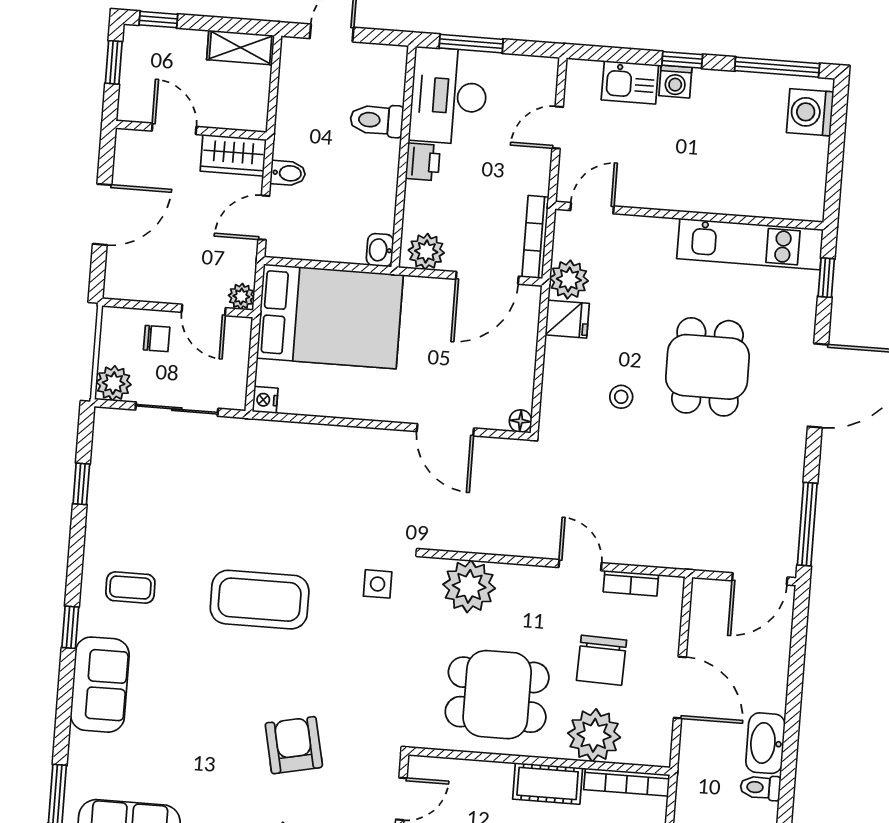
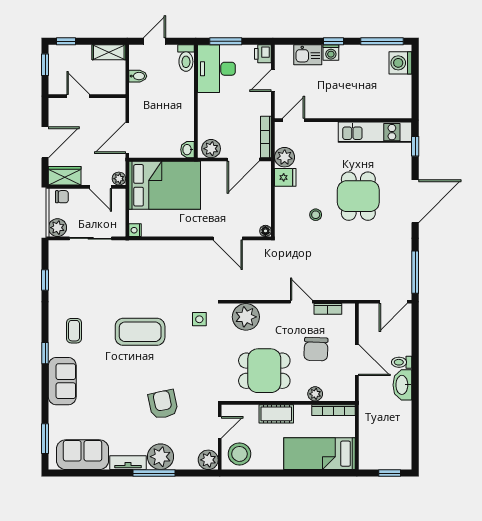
toilet: (377, 120) -> (186, 58), moved, turned -90
wardrobe: (233, 155) -> (65, 176), moved, turned 180
printer: (423, 162) -> (263, 54), moved, turned 180
bidet: (288, 173) -> (138, 76), moved
door: (264, 218) -> (127, 138), width x1.38
chair: (157, 339) -> (62, 197), moved
coffee table: (130, 587) -> (74, 331), turned 90
plant: (594, 735) -> (315, 394), width x0.53, depth x0.53
cot: (548, 783) -> (276, 414), moved
toilet: (760, 788) -> (402, 362), moved

